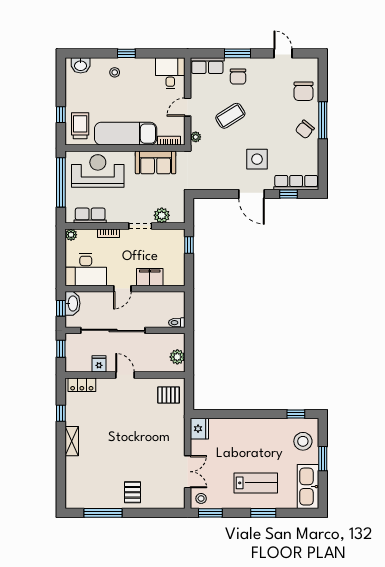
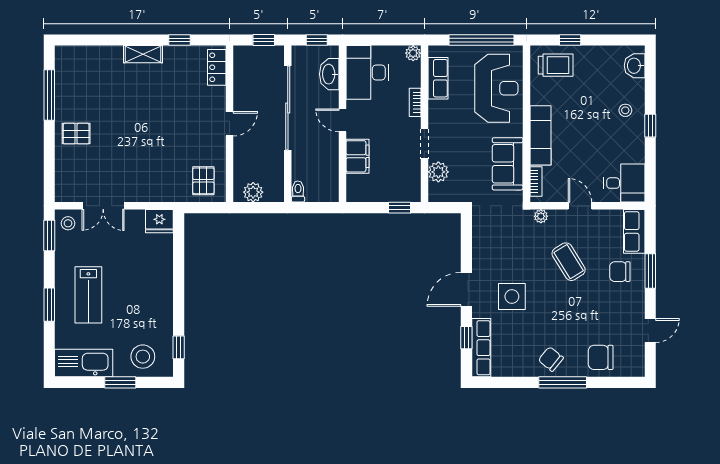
exam couch: (126, 134) -> (540, 135), width x0.73, depth x0.69
washbasin: (72, 303) -> (329, 74), moved, turned 90
fridge: (99, 364) -> (244, 90), removed

